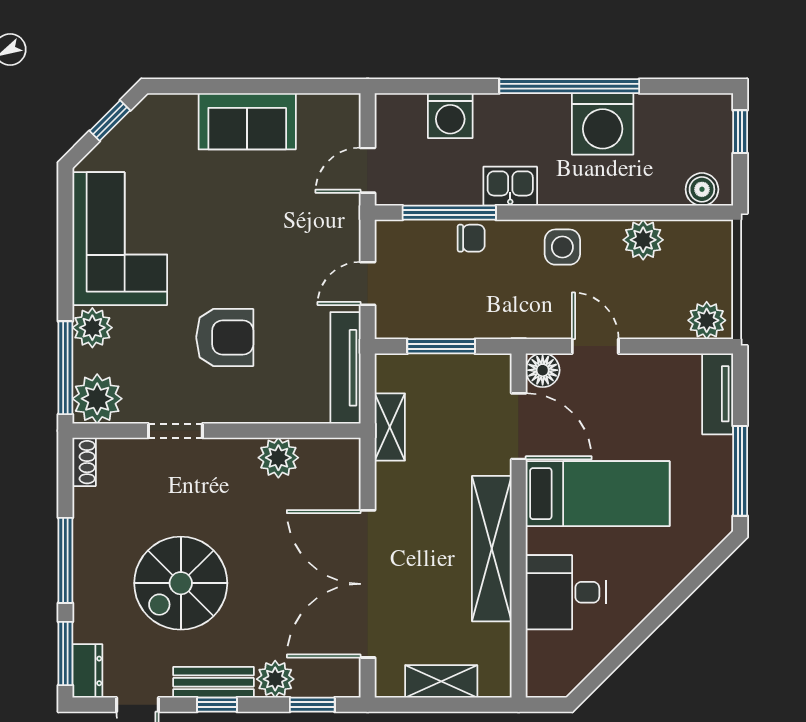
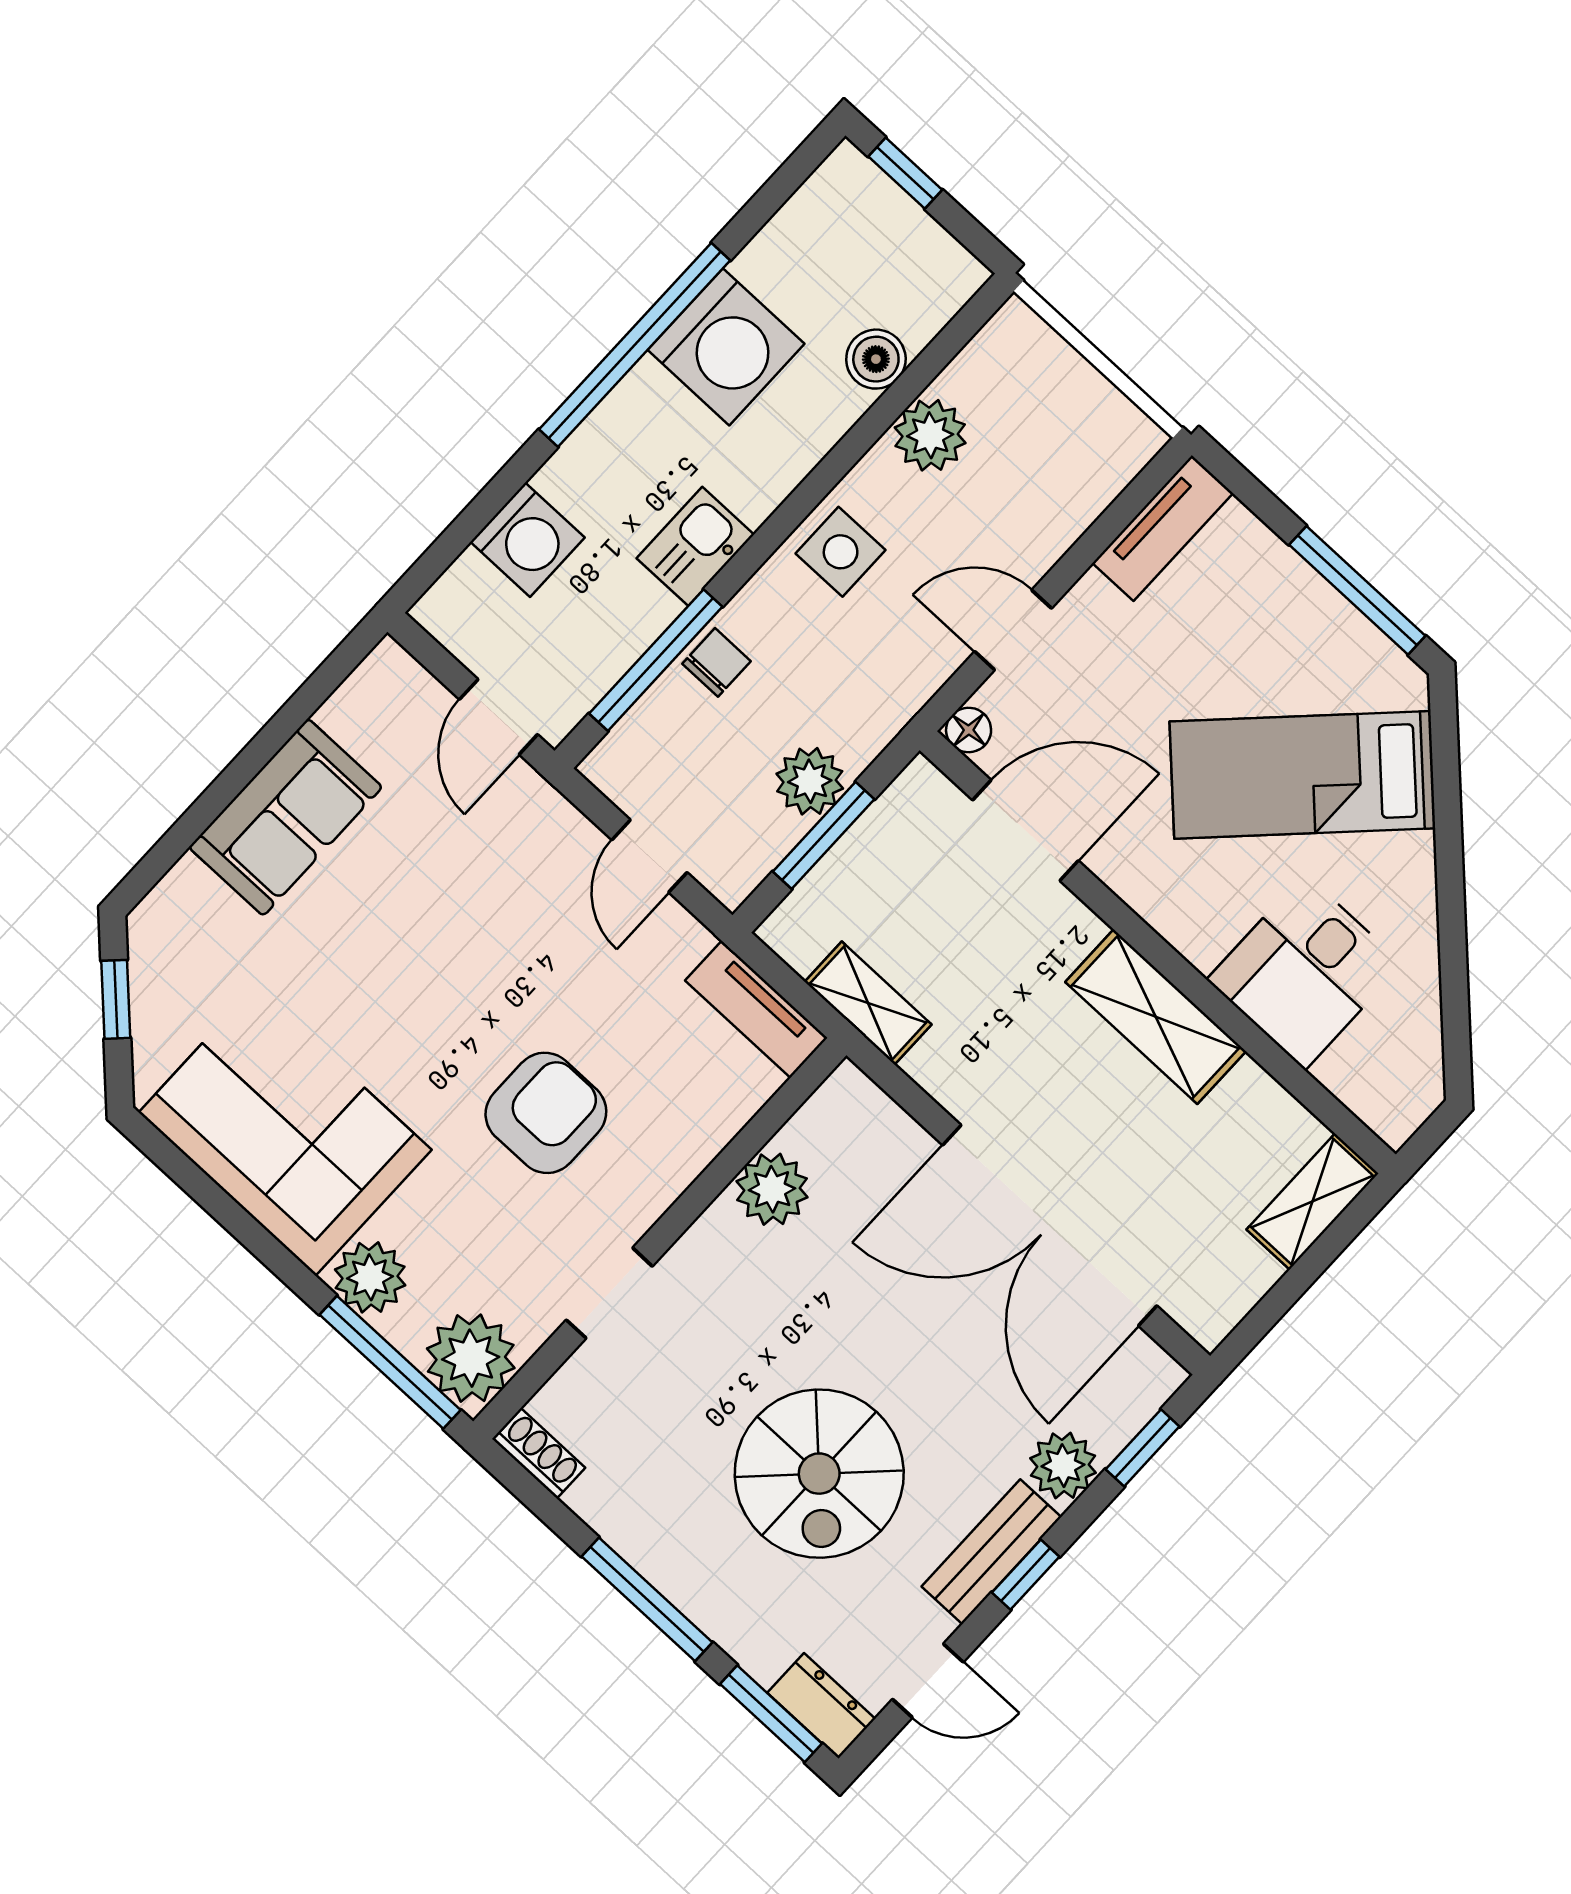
boiler: (702, 189) -> (876, 359), moved
plant: (707, 320) -> (810, 781), moved
tv unit: (345, 368) -> (756, 1009), width x0.71
floor lamp: (543, 370) -> (969, 730), width x0.73, depth x0.73
tv unit: (718, 394) -> (1163, 528), moved, turned -90
bed: (598, 494) -> (1302, 775), moved, turned -135
shelving: (492, 549) -> (1156, 1017), width x0.68
shelving: (441, 681) -> (1312, 1202), moved

